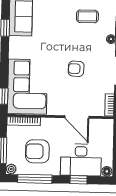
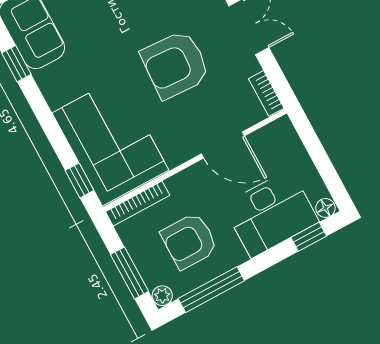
armchair: (76, 69) -> (175, 65), width x1.88, depth x1.88
window: (79, 180) -> (309, 237), moved

